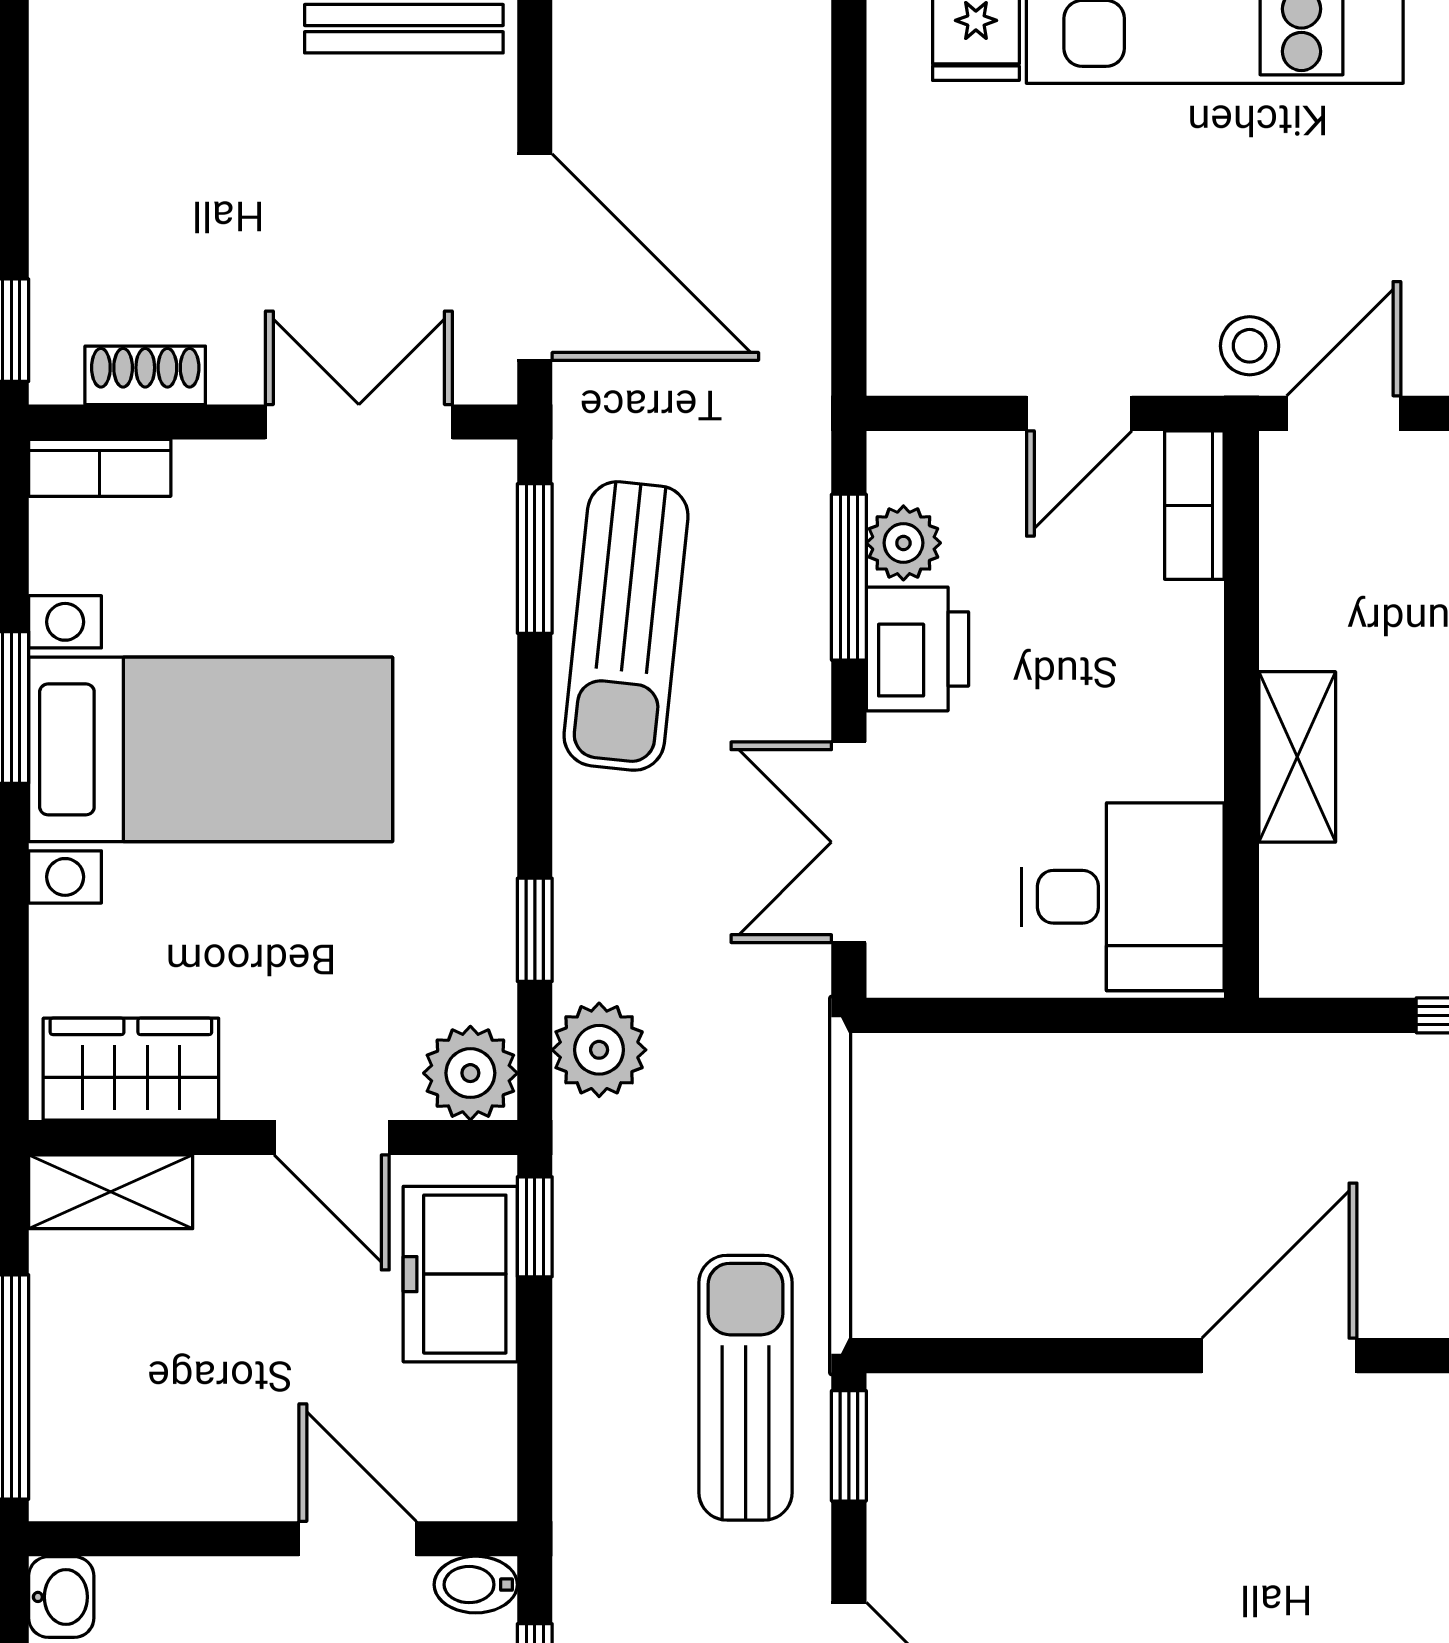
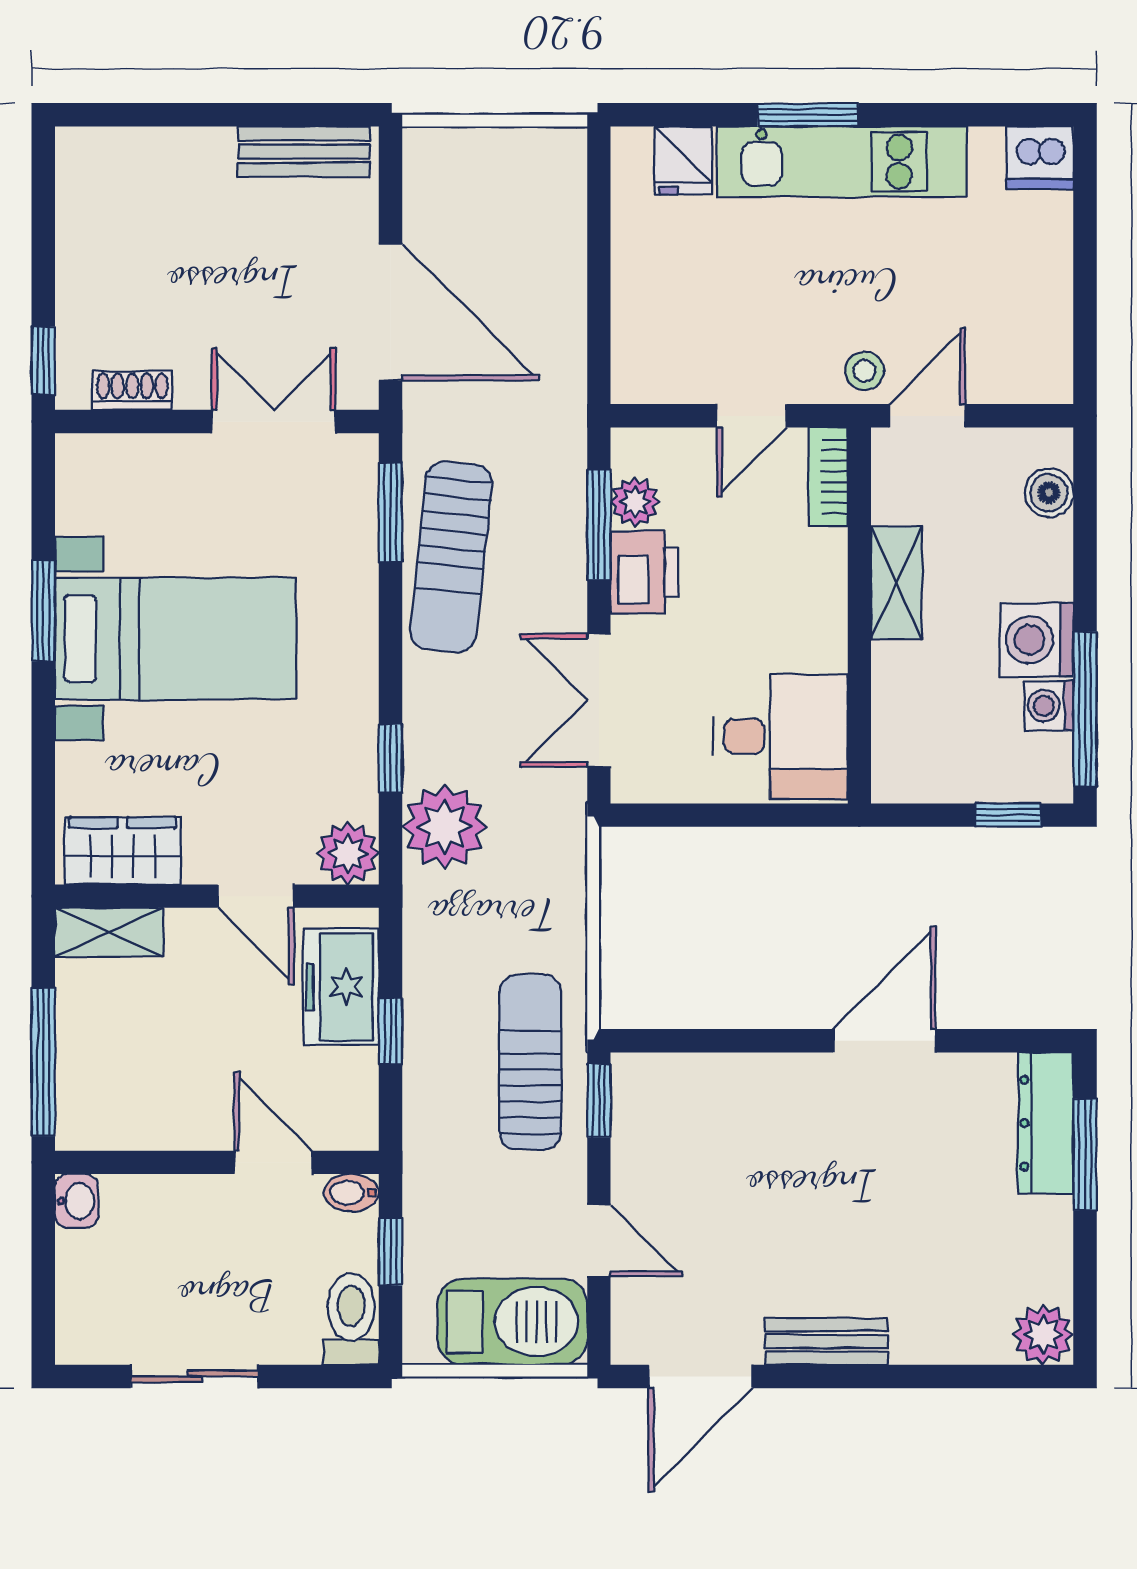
bookcase: (100, 468) -> (102, 452), removed
shelving: (1297, 757) -> (896, 583), moved
plant: (599, 1050) -> (445, 827), width x1.36, depth x1.36
window: (535, 1227) -> (391, 1031), moved

